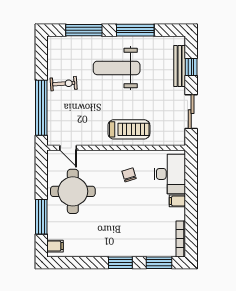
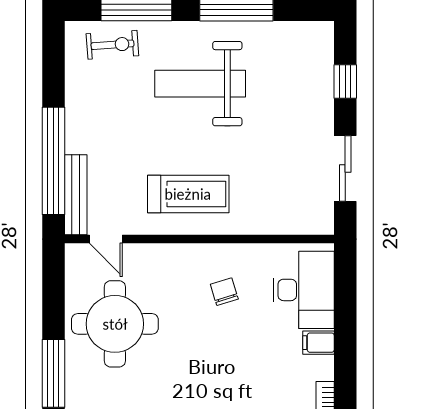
bench: (180, 66) -> (76, 195), moved
exercise bike: (64, 84) -> (112, 45), moved
treadmill: (129, 129) -> (188, 194), moved

